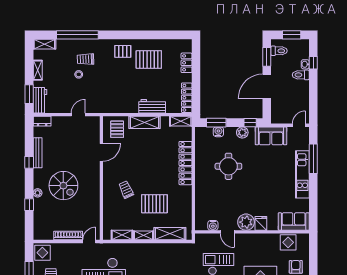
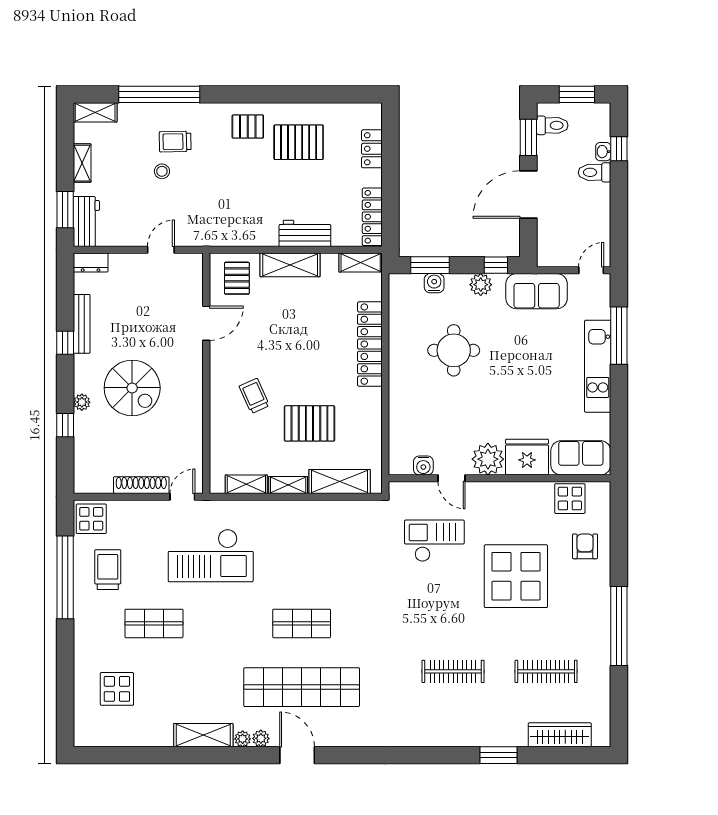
fridge: (261, 223) -> (527, 457), width x1.88, depth x1.34

